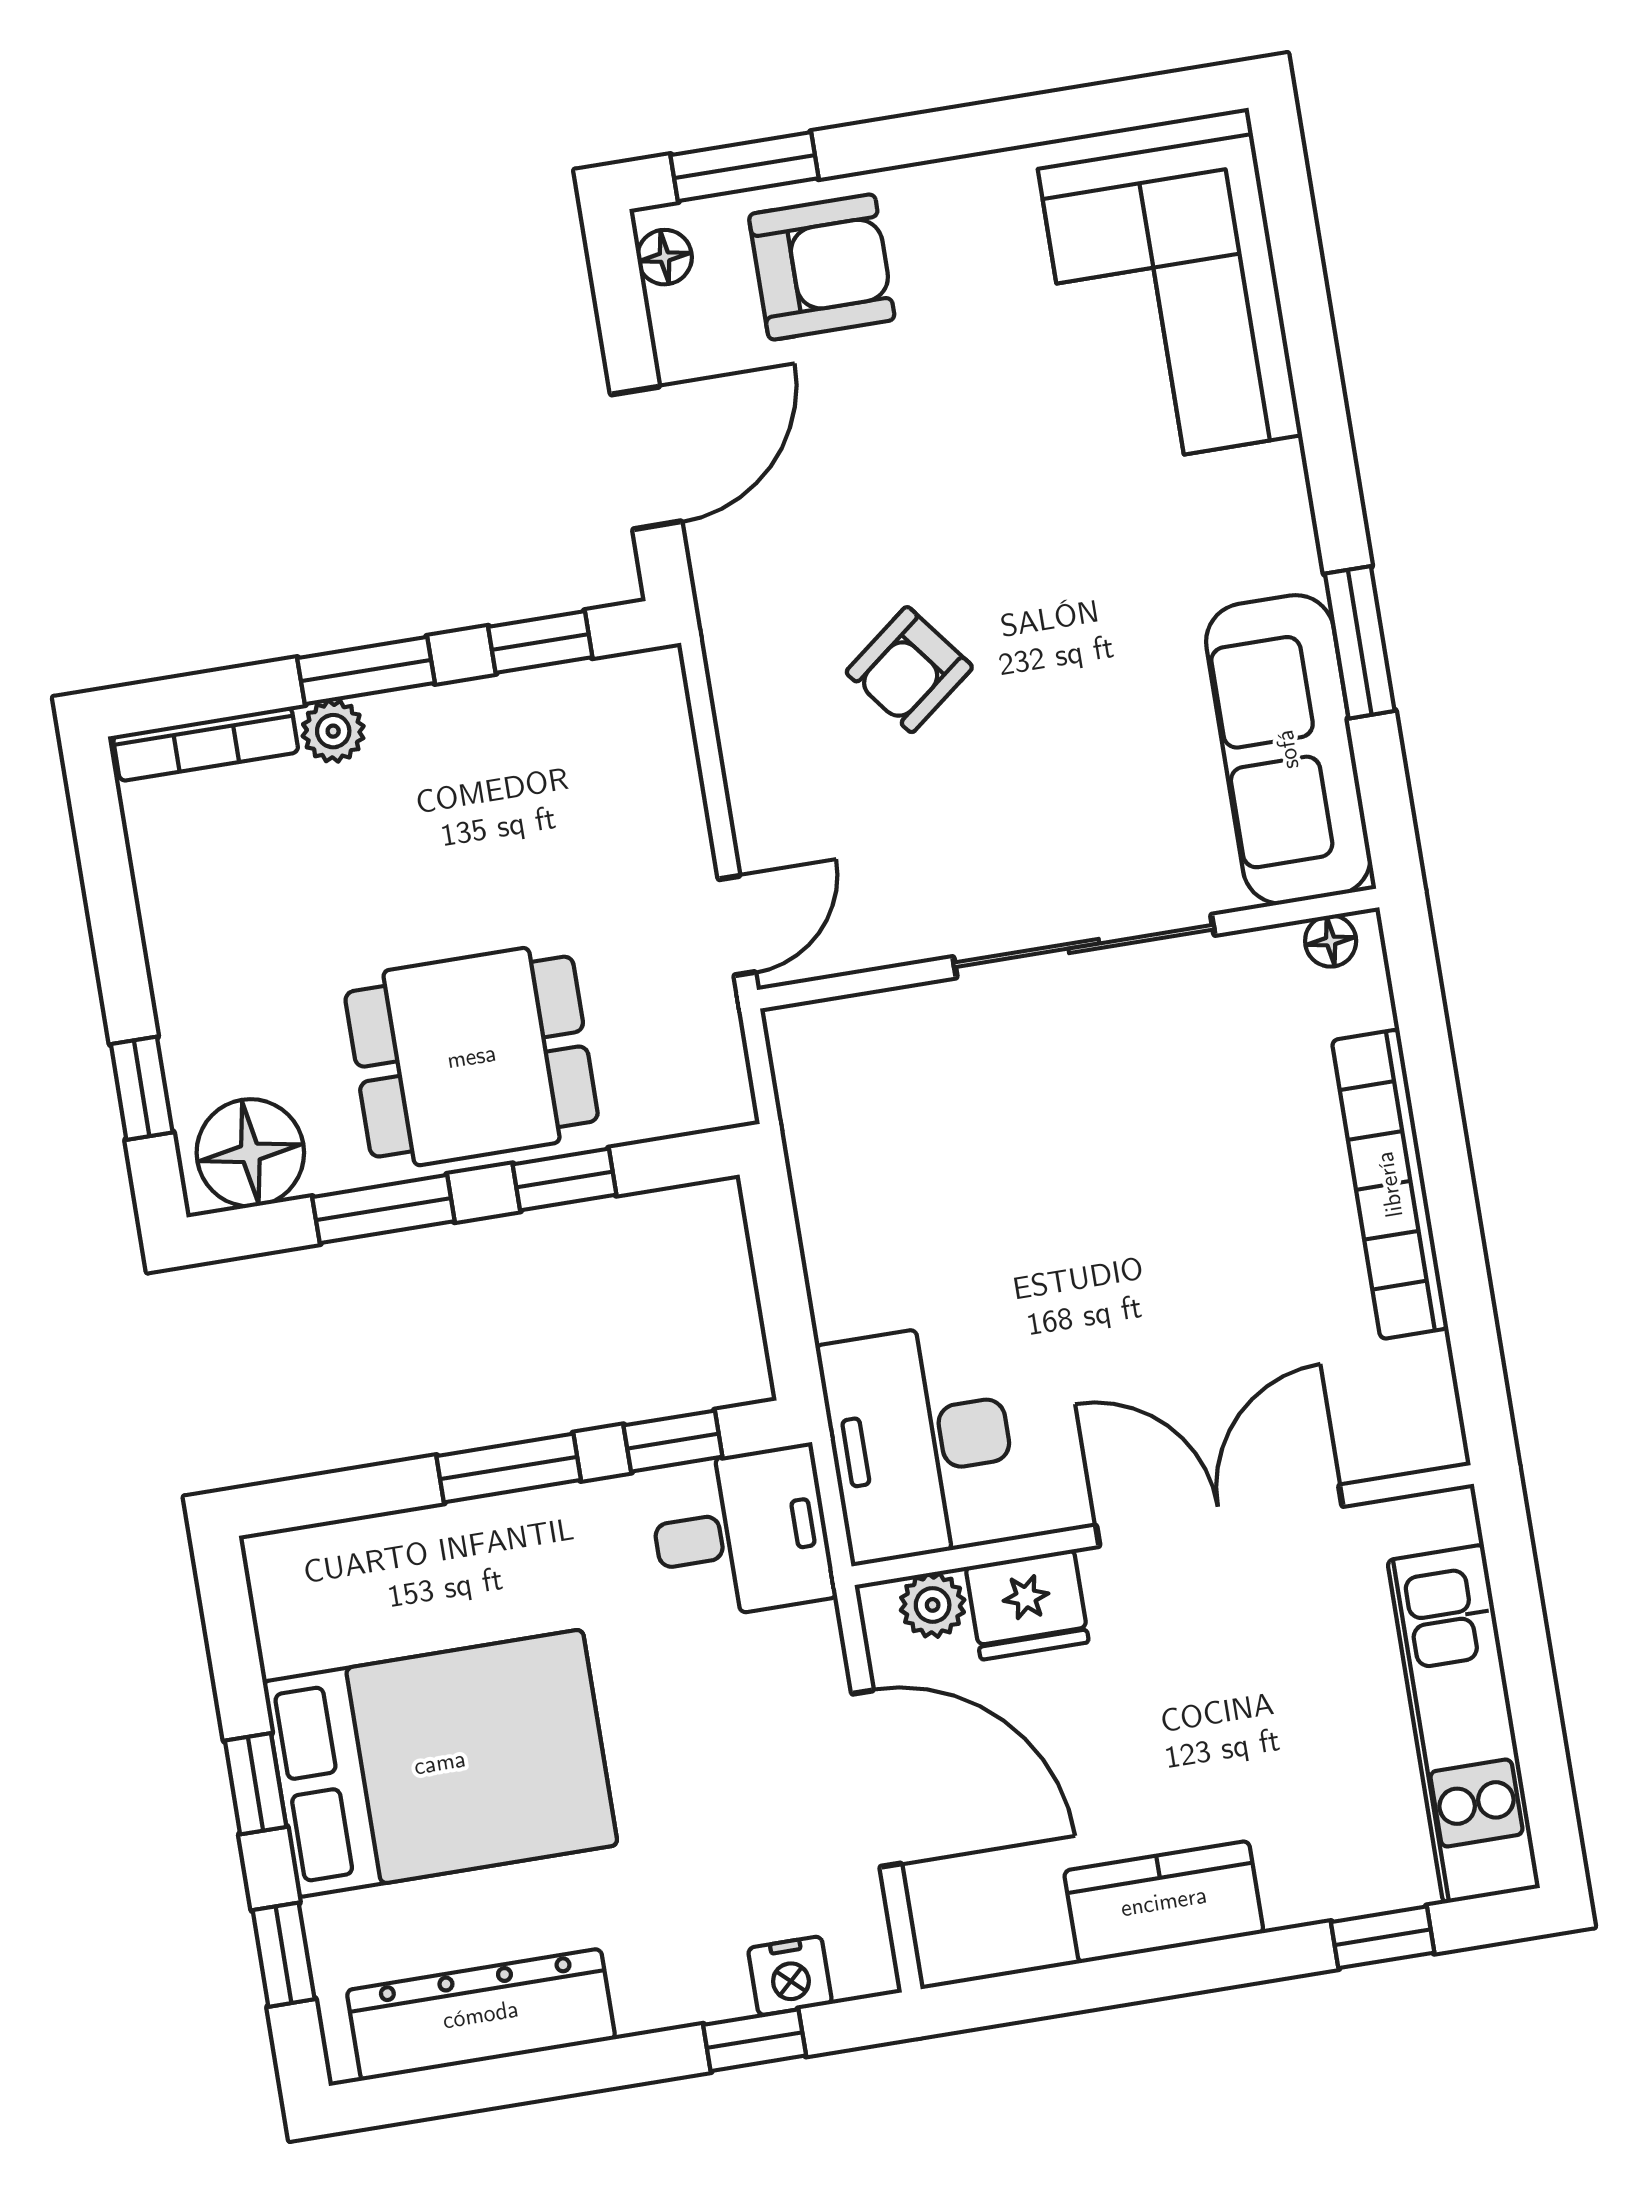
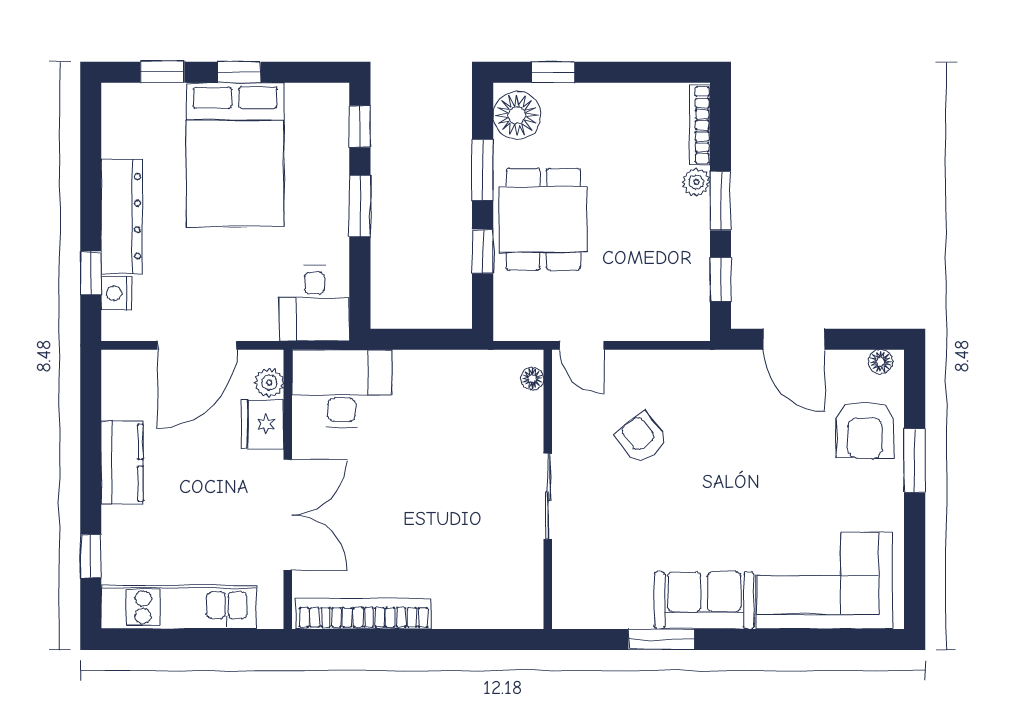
window: (745, 167) -> (915, 461), moved
armchair: (909, 670) -> (641, 438), moved
sofa: (1288, 749) -> (704, 600), moved, width x0.73
floor lamp: (1331, 941) -> (532, 379), moved
sliding door: (1084, 946) -> (548, 496), width x0.73
bookcase: (1390, 1184) -> (363, 614), moved
window: (673, 1441) -> (360, 127), moved
dresser: (481, 2015) -> (122, 216), moved

